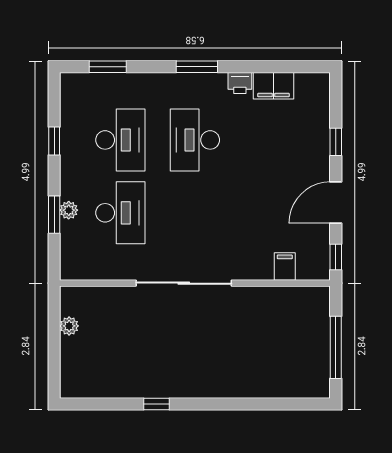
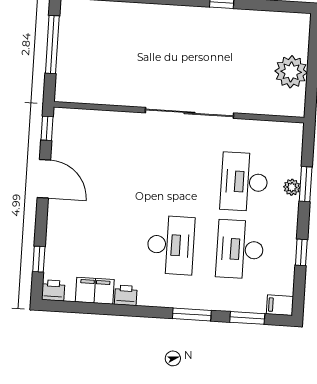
window: (197, 67) -> (192, 314), moved
printer: (318, 83) -> (53, 290), added
window: (336, 142) -> (39, 259), moved
door: (336, 203) -> (44, 179), hinge flipped
filing cabinet: (285, 267) -> (280, 305), moved, turned 90
plant: (69, 326) -> (291, 72), width x1.87, depth x1.87

